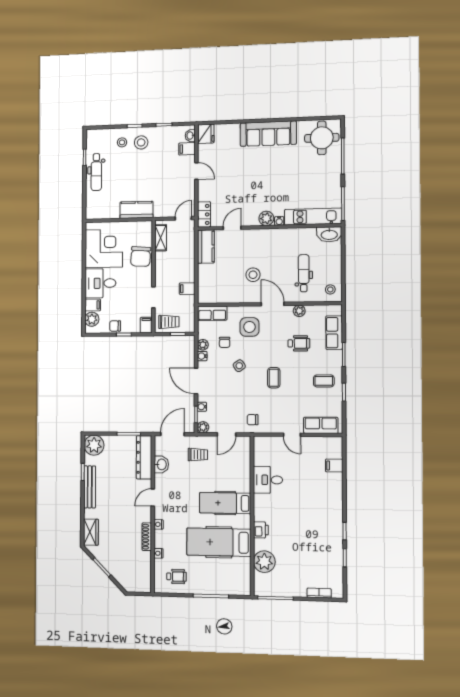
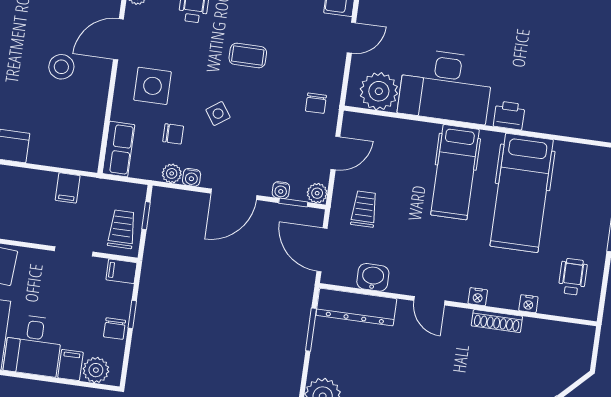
door: (226, 434) -> (335, 153), hinge flipped
desk: (268, 480) -> (446, 86), width x1.87, depth x1.30
plant: (264, 562) -> (379, 91), moved

